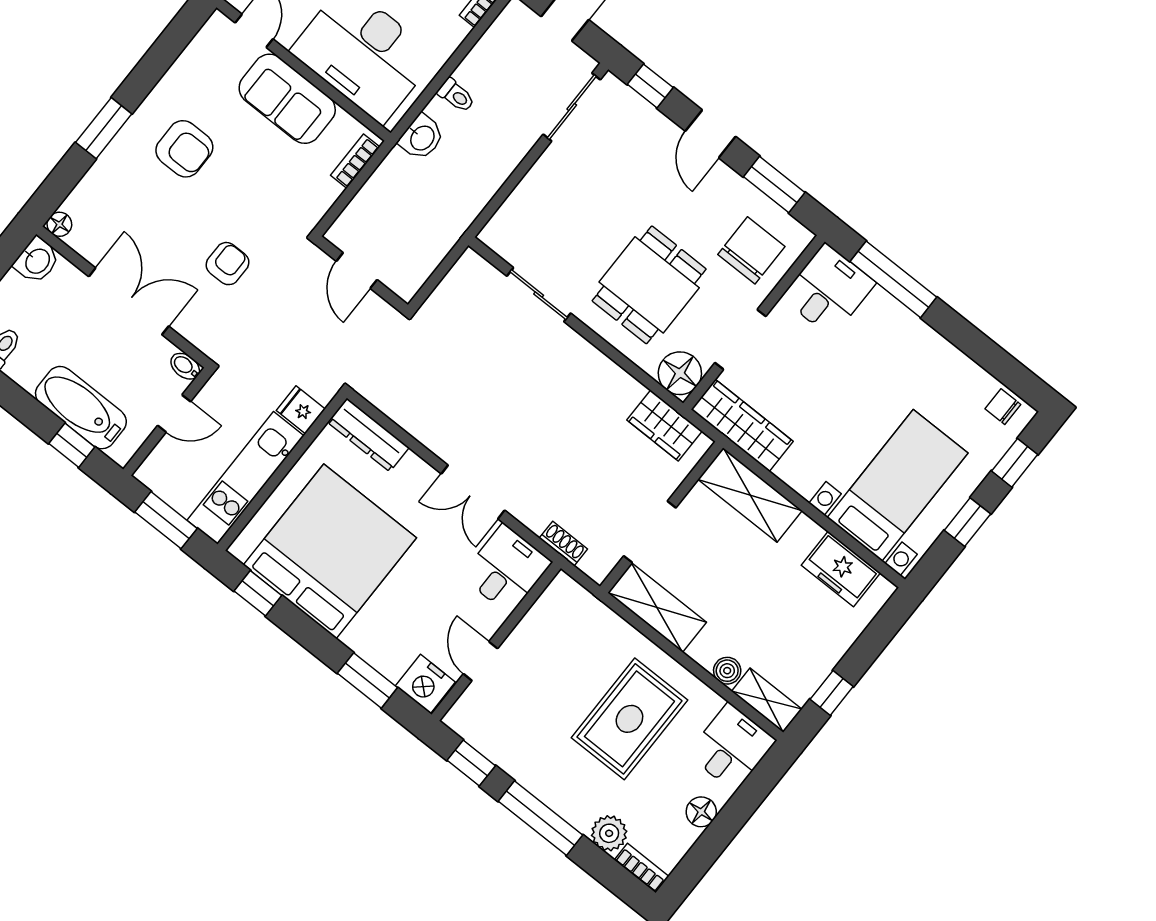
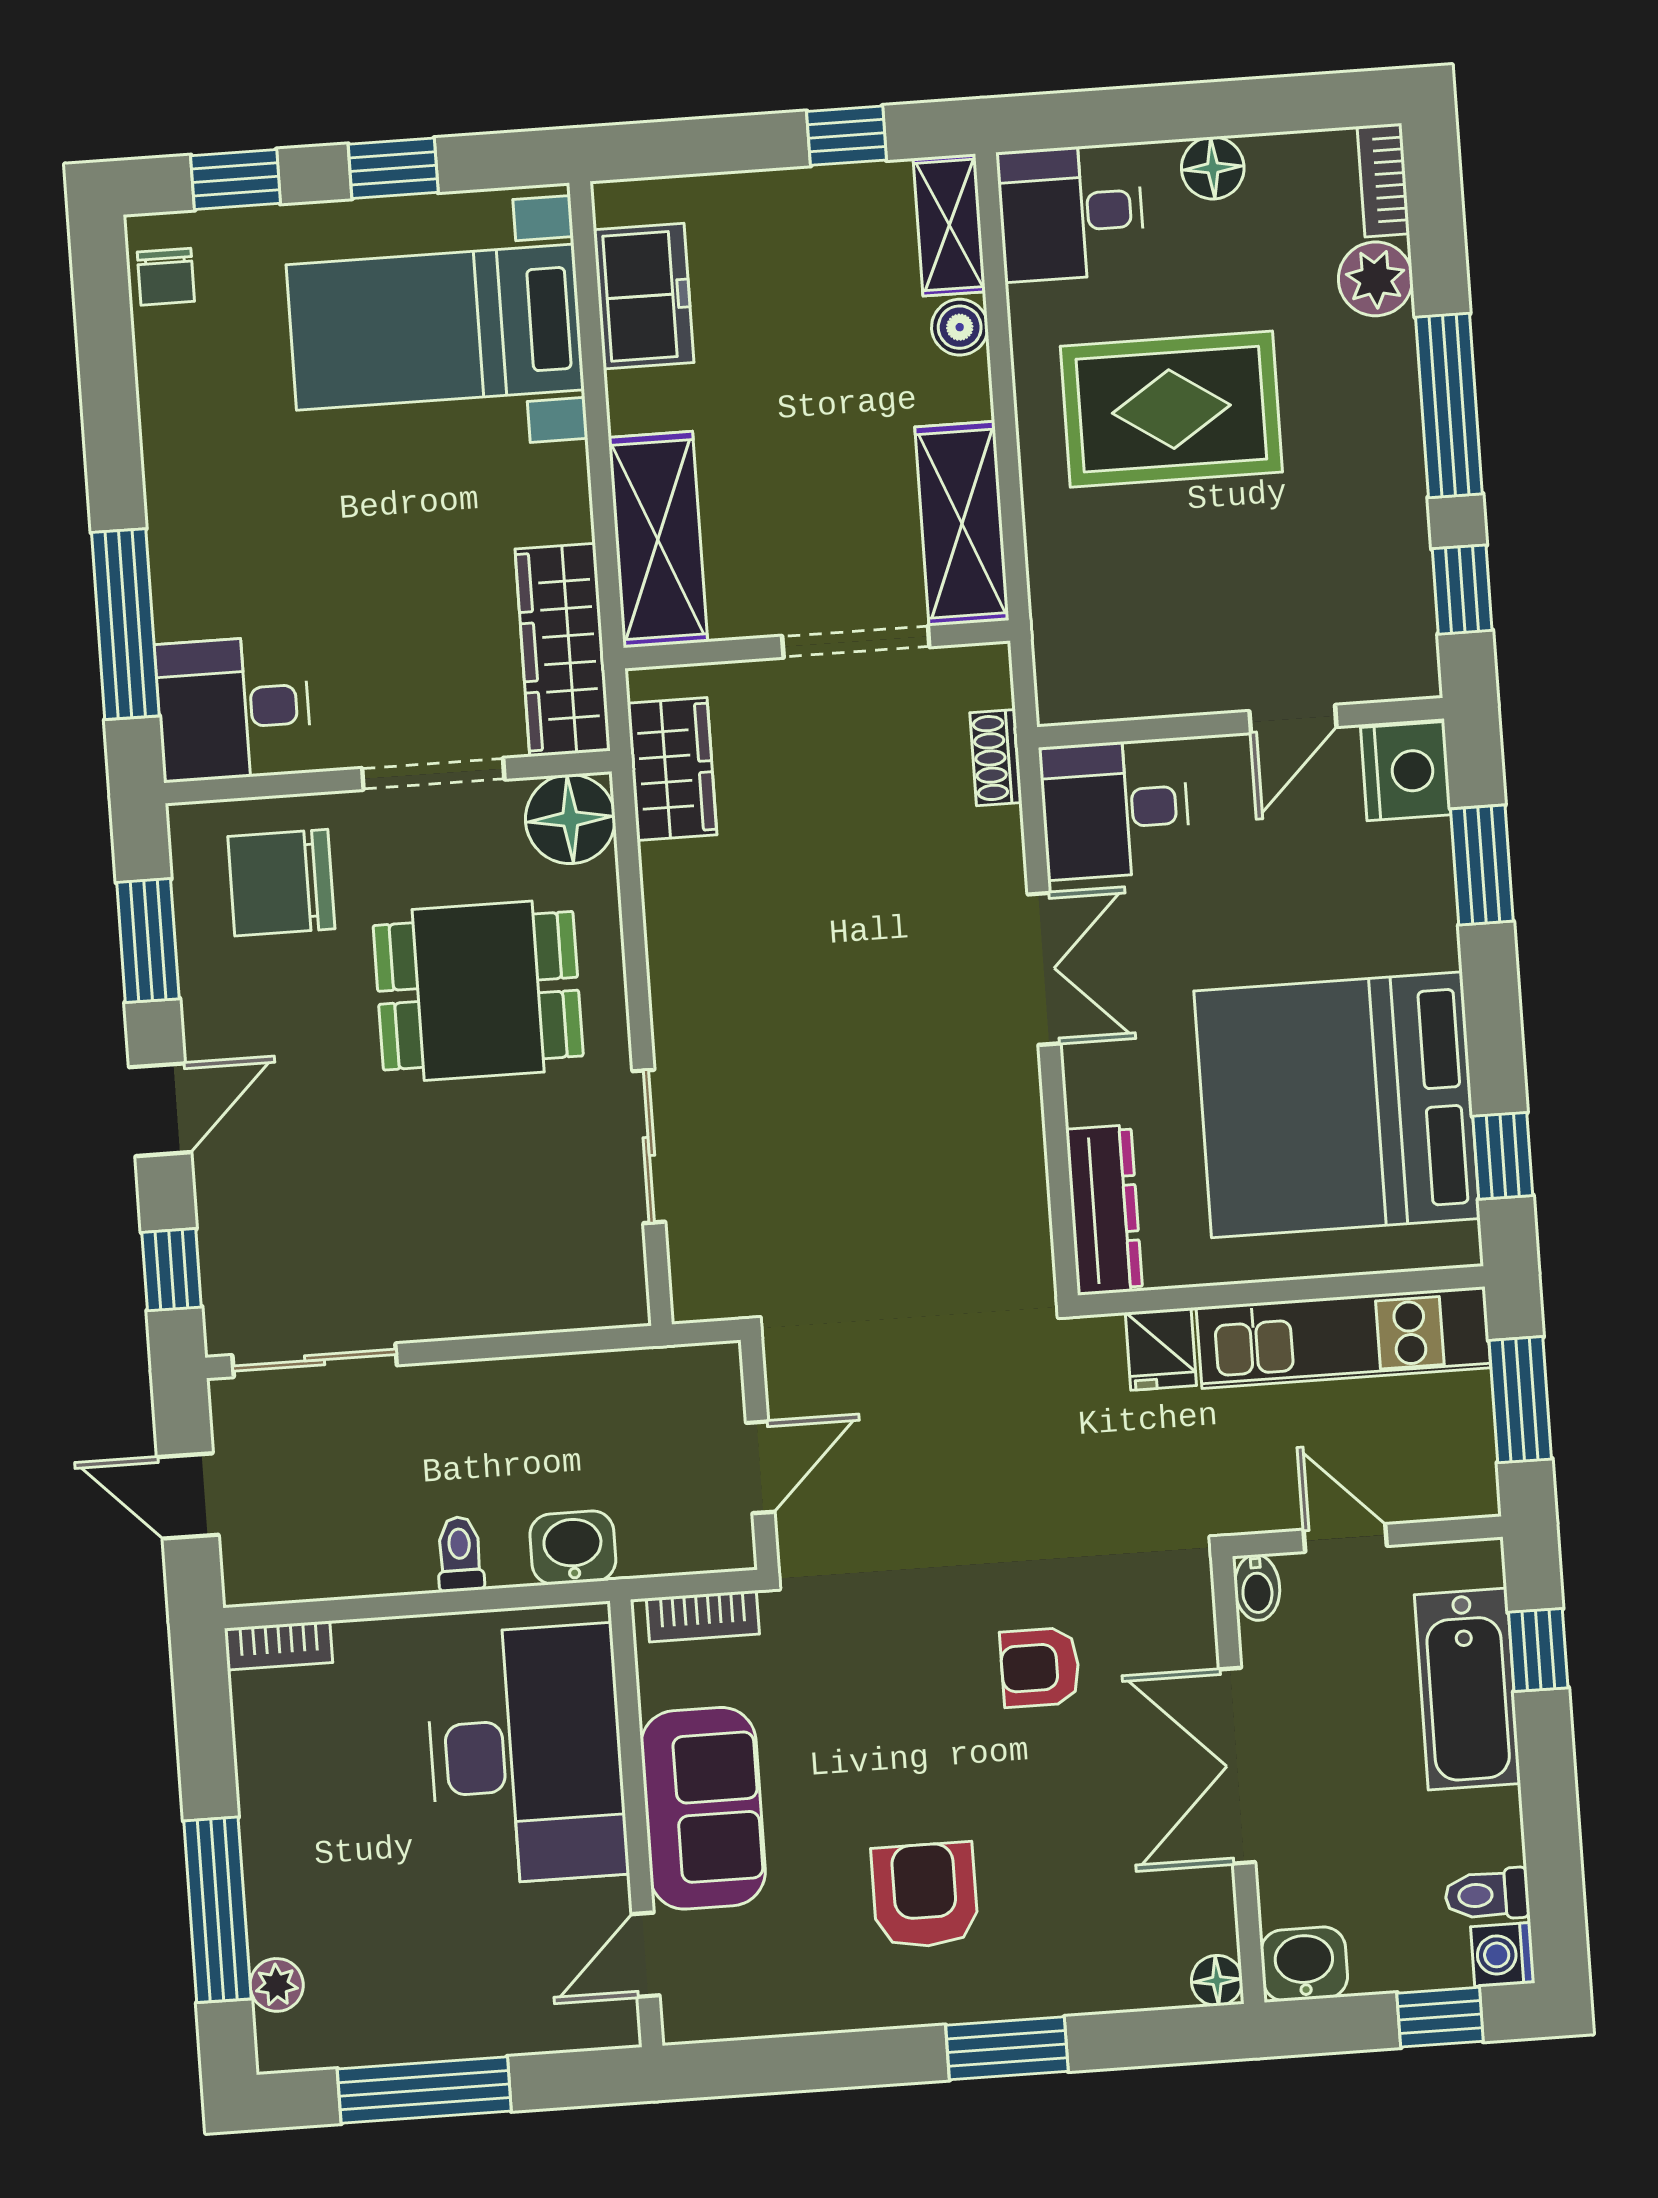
door: (357, 270) -> (760, 1467), moved
wall: (362, 274) -> (759, 1454), moved

